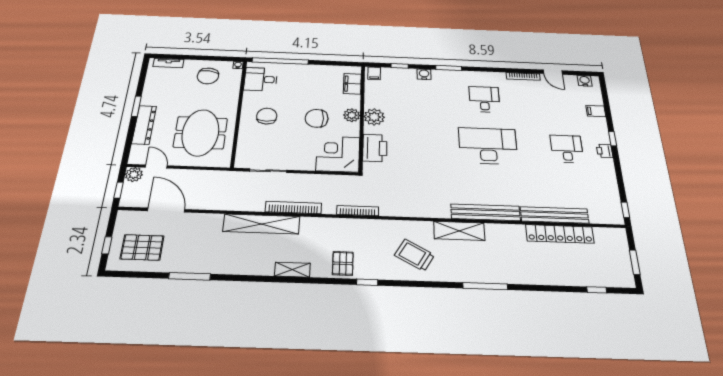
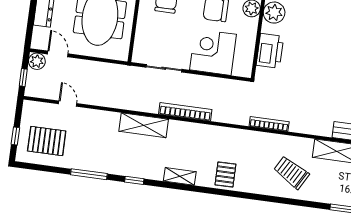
corner desk: (338, 154) -> (213, 52), moved
door: (166, 210) -> (68, 104), width x0.53
bookcase: (358, 211) -> (269, 124), moved
shelving: (261, 224) -> (144, 125), width x0.68
window: (367, 282) -> (134, 180), moved

